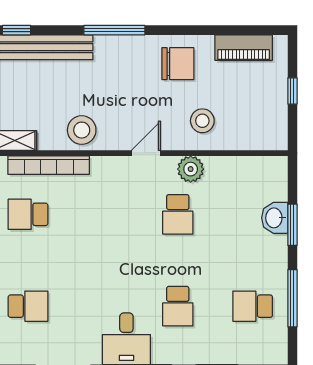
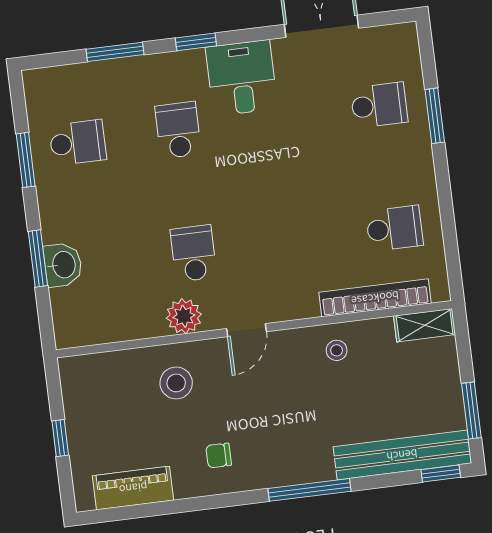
chair: (178, 64) -> (219, 456), width x0.54, depth x0.54
stool: (82, 130) -> (337, 350), width x0.53, depth x0.53
window: (292, 298) -> (26, 160), width x0.69
school desk: (28, 306) -> (379, 105), turned 180

